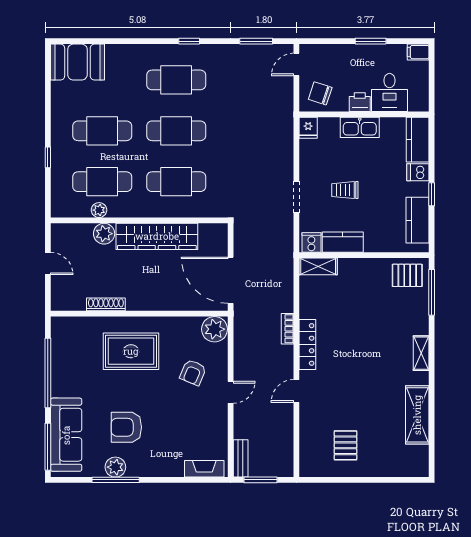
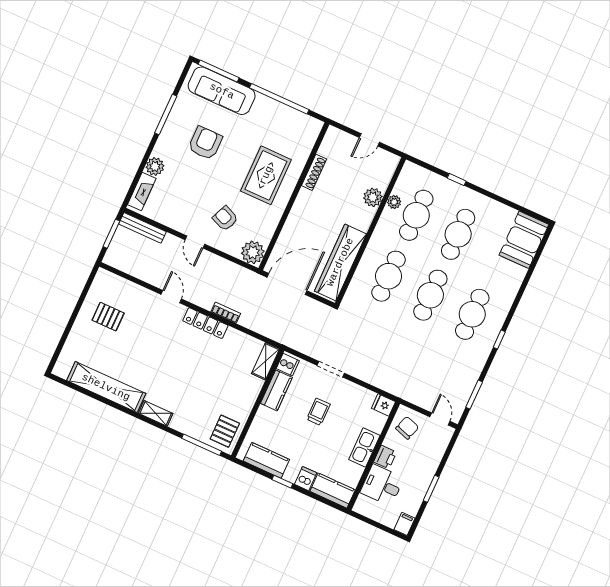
wardrobe: (157, 236) -> (340, 262), moved
shelving: (417, 415) -> (106, 387), width x1.47
bench: (241, 458) -> (142, 228), width x1.36
plant: (115, 467) -> (155, 166), moved

